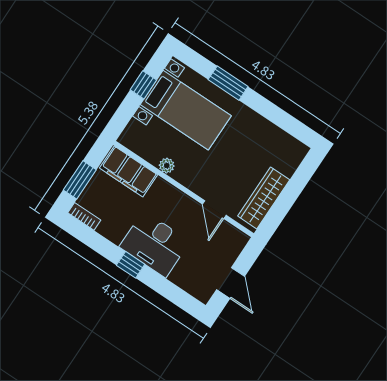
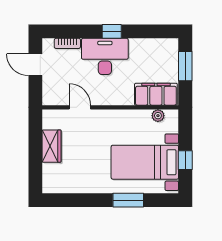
plant: (167, 166) -> (158, 116), moved
wardrobe: (264, 198) -> (51, 146), width x0.67
bookcase: (84, 216) -> (67, 43), moved

